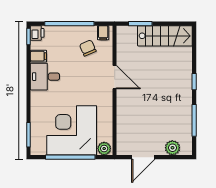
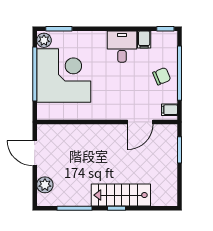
printer: (37, 33) -> (169, 38), removed
stairs: (165, 36) -> (121, 195), moved, turned 90
chair: (88, 48) -> (162, 76), moved
door: (115, 77) -> (140, 122), moved
plant: (104, 149) -> (44, 40), moved

